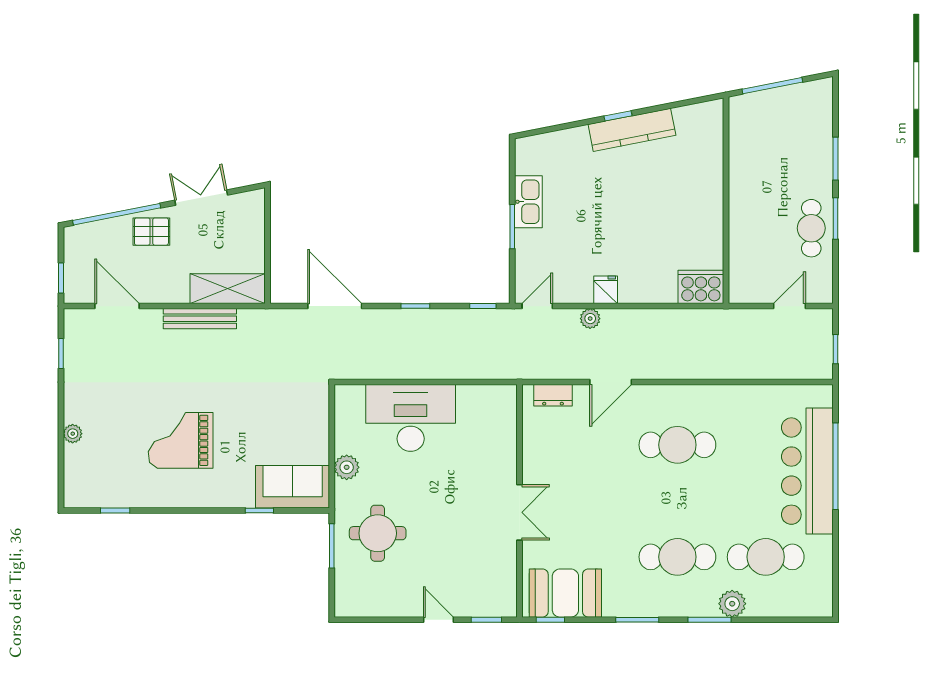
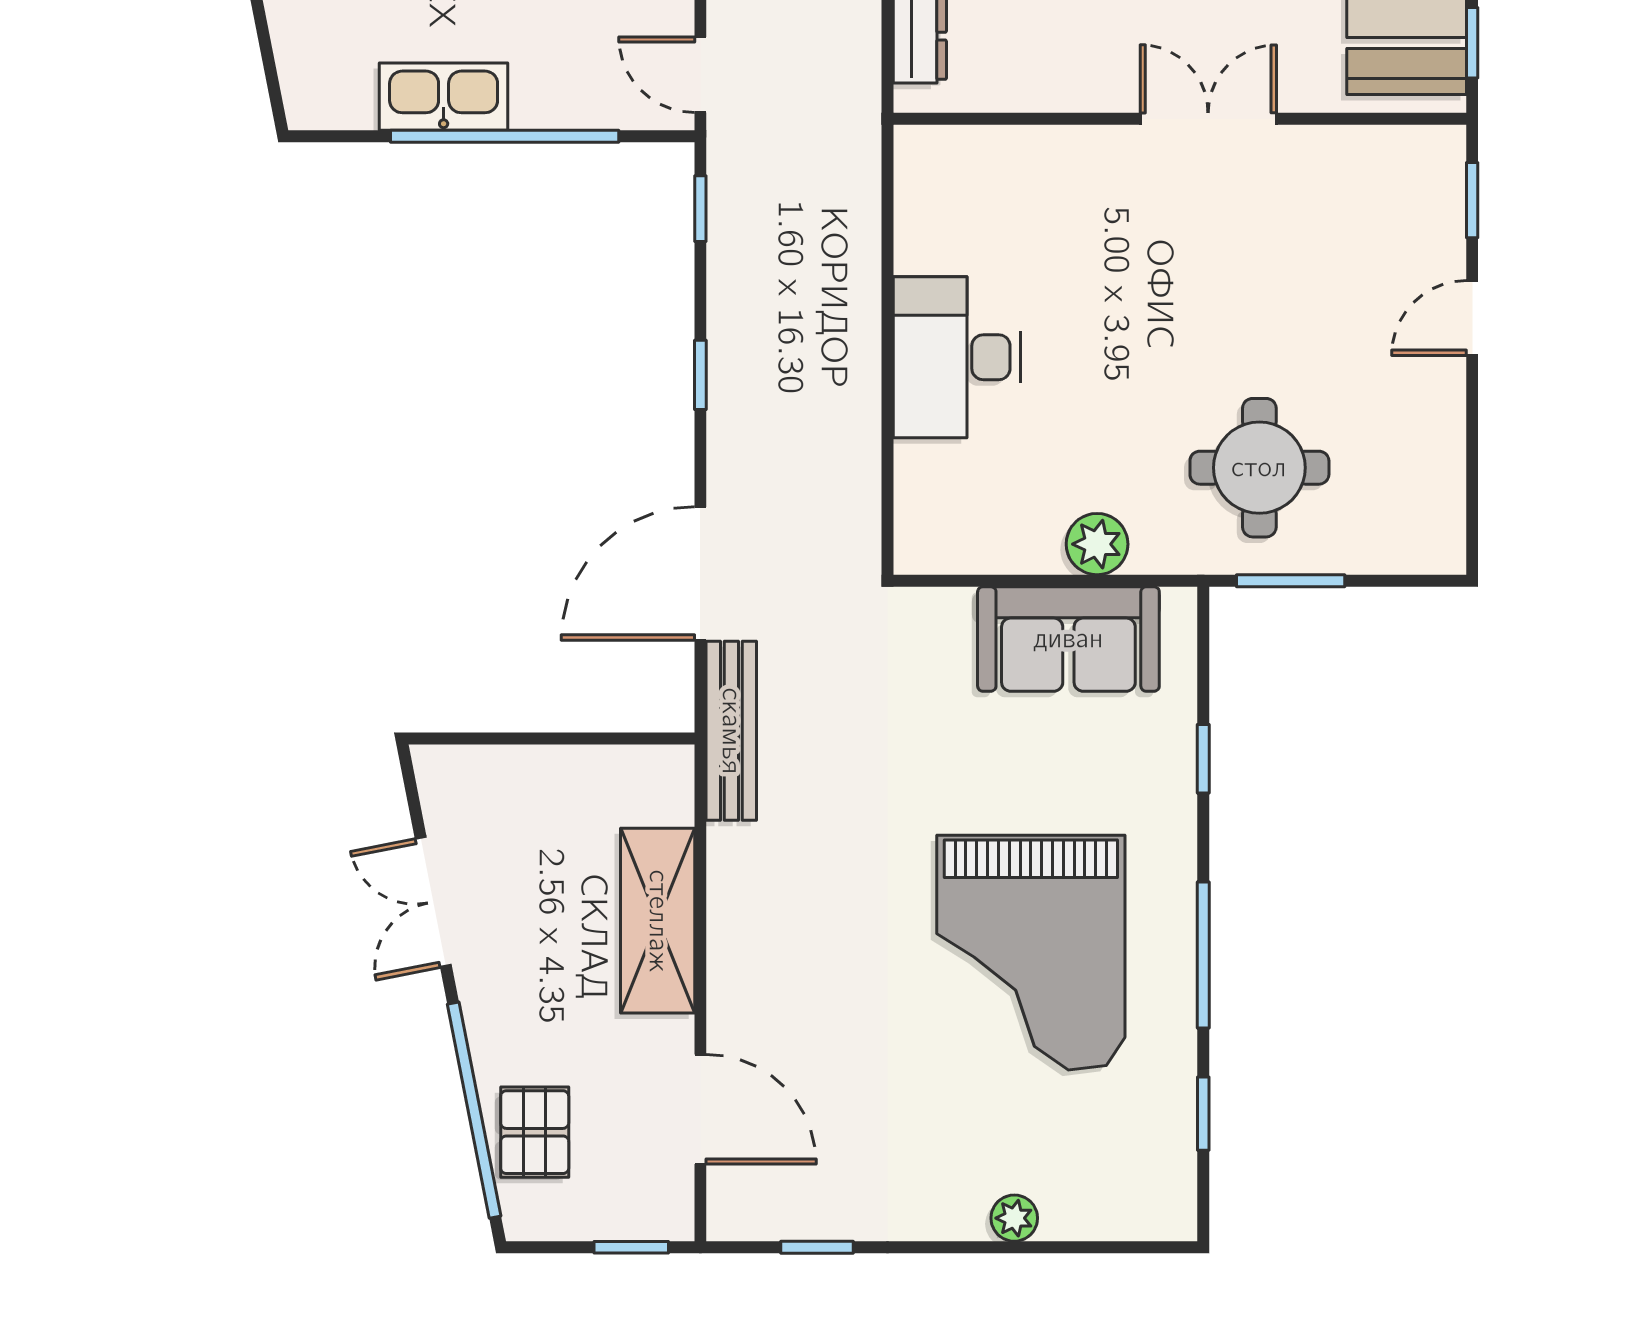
window: (512, 227) -> (505, 136), width x2.11
pallet: (151, 232) -> (535, 1132), moved
shelving: (228, 289) -> (658, 921), moved
door: (117, 306) -> (700, 1109), swing flipped
bench: (200, 319) -> (731, 731), moved
desk: (411, 418) -> (957, 357), width x0.73, depth x0.77
grand piano: (181, 440) -> (1031, 953), width x1.37, depth x1.48
sofa: (293, 487) -> (1068, 639), moved, turned -90
window: (180, 510) -> (1203, 955), added

